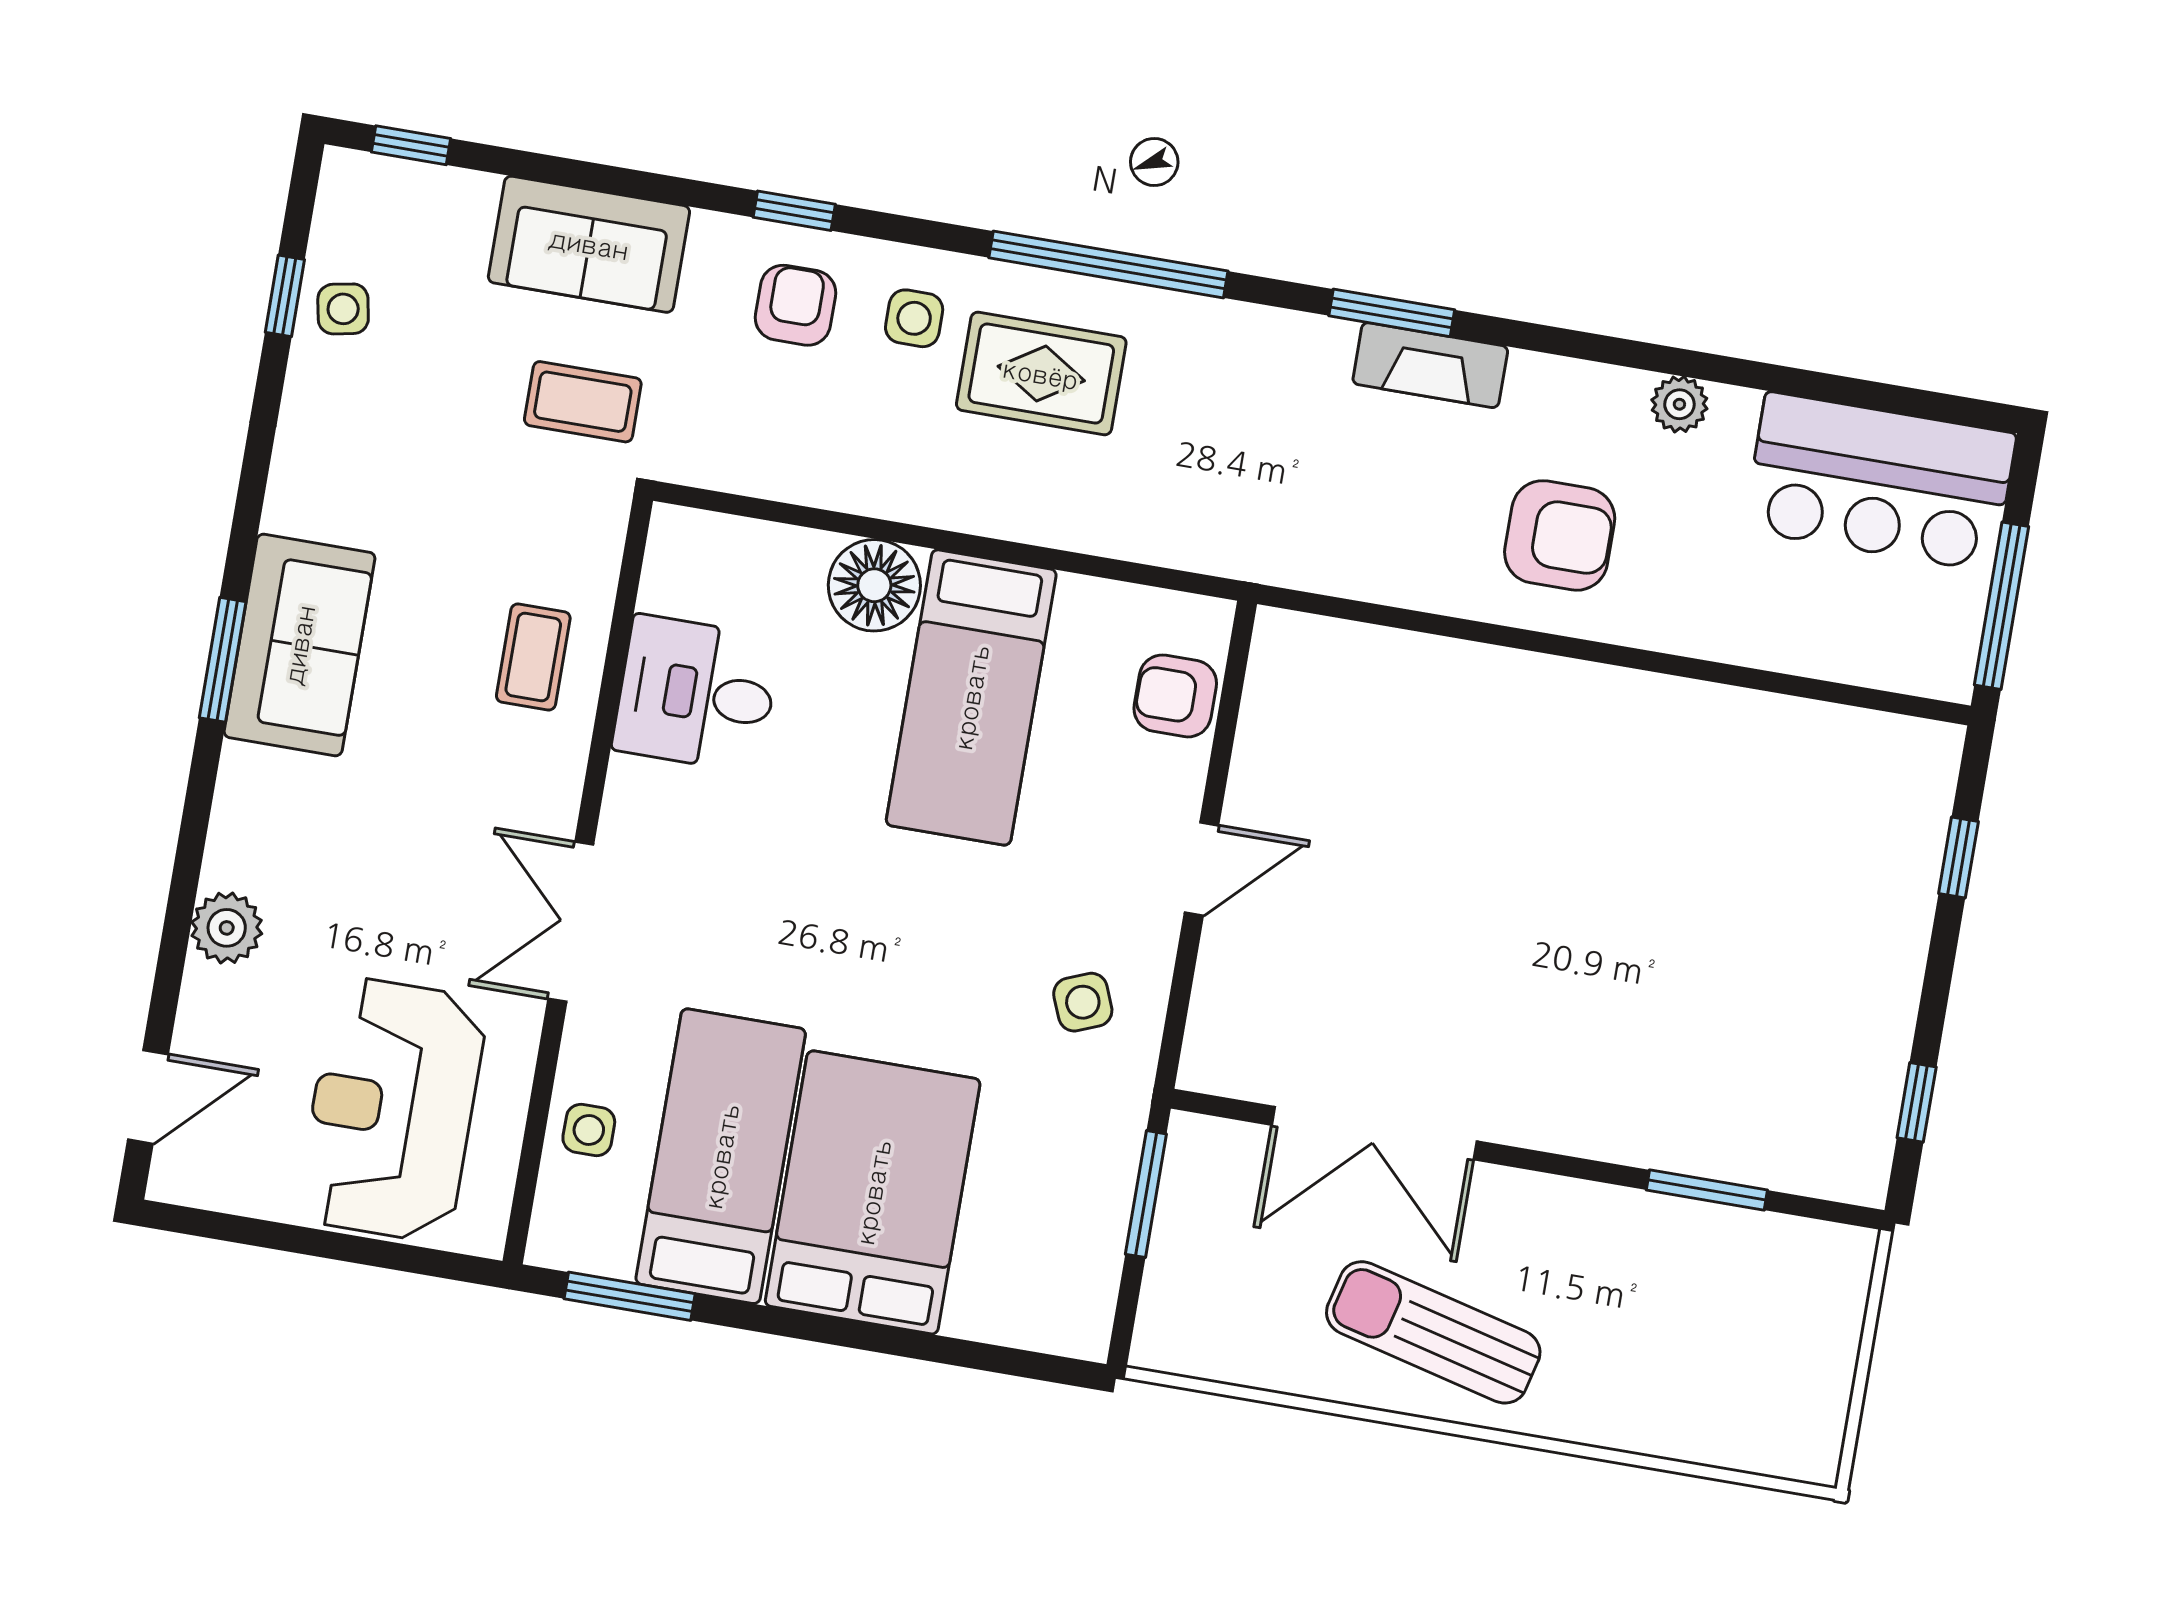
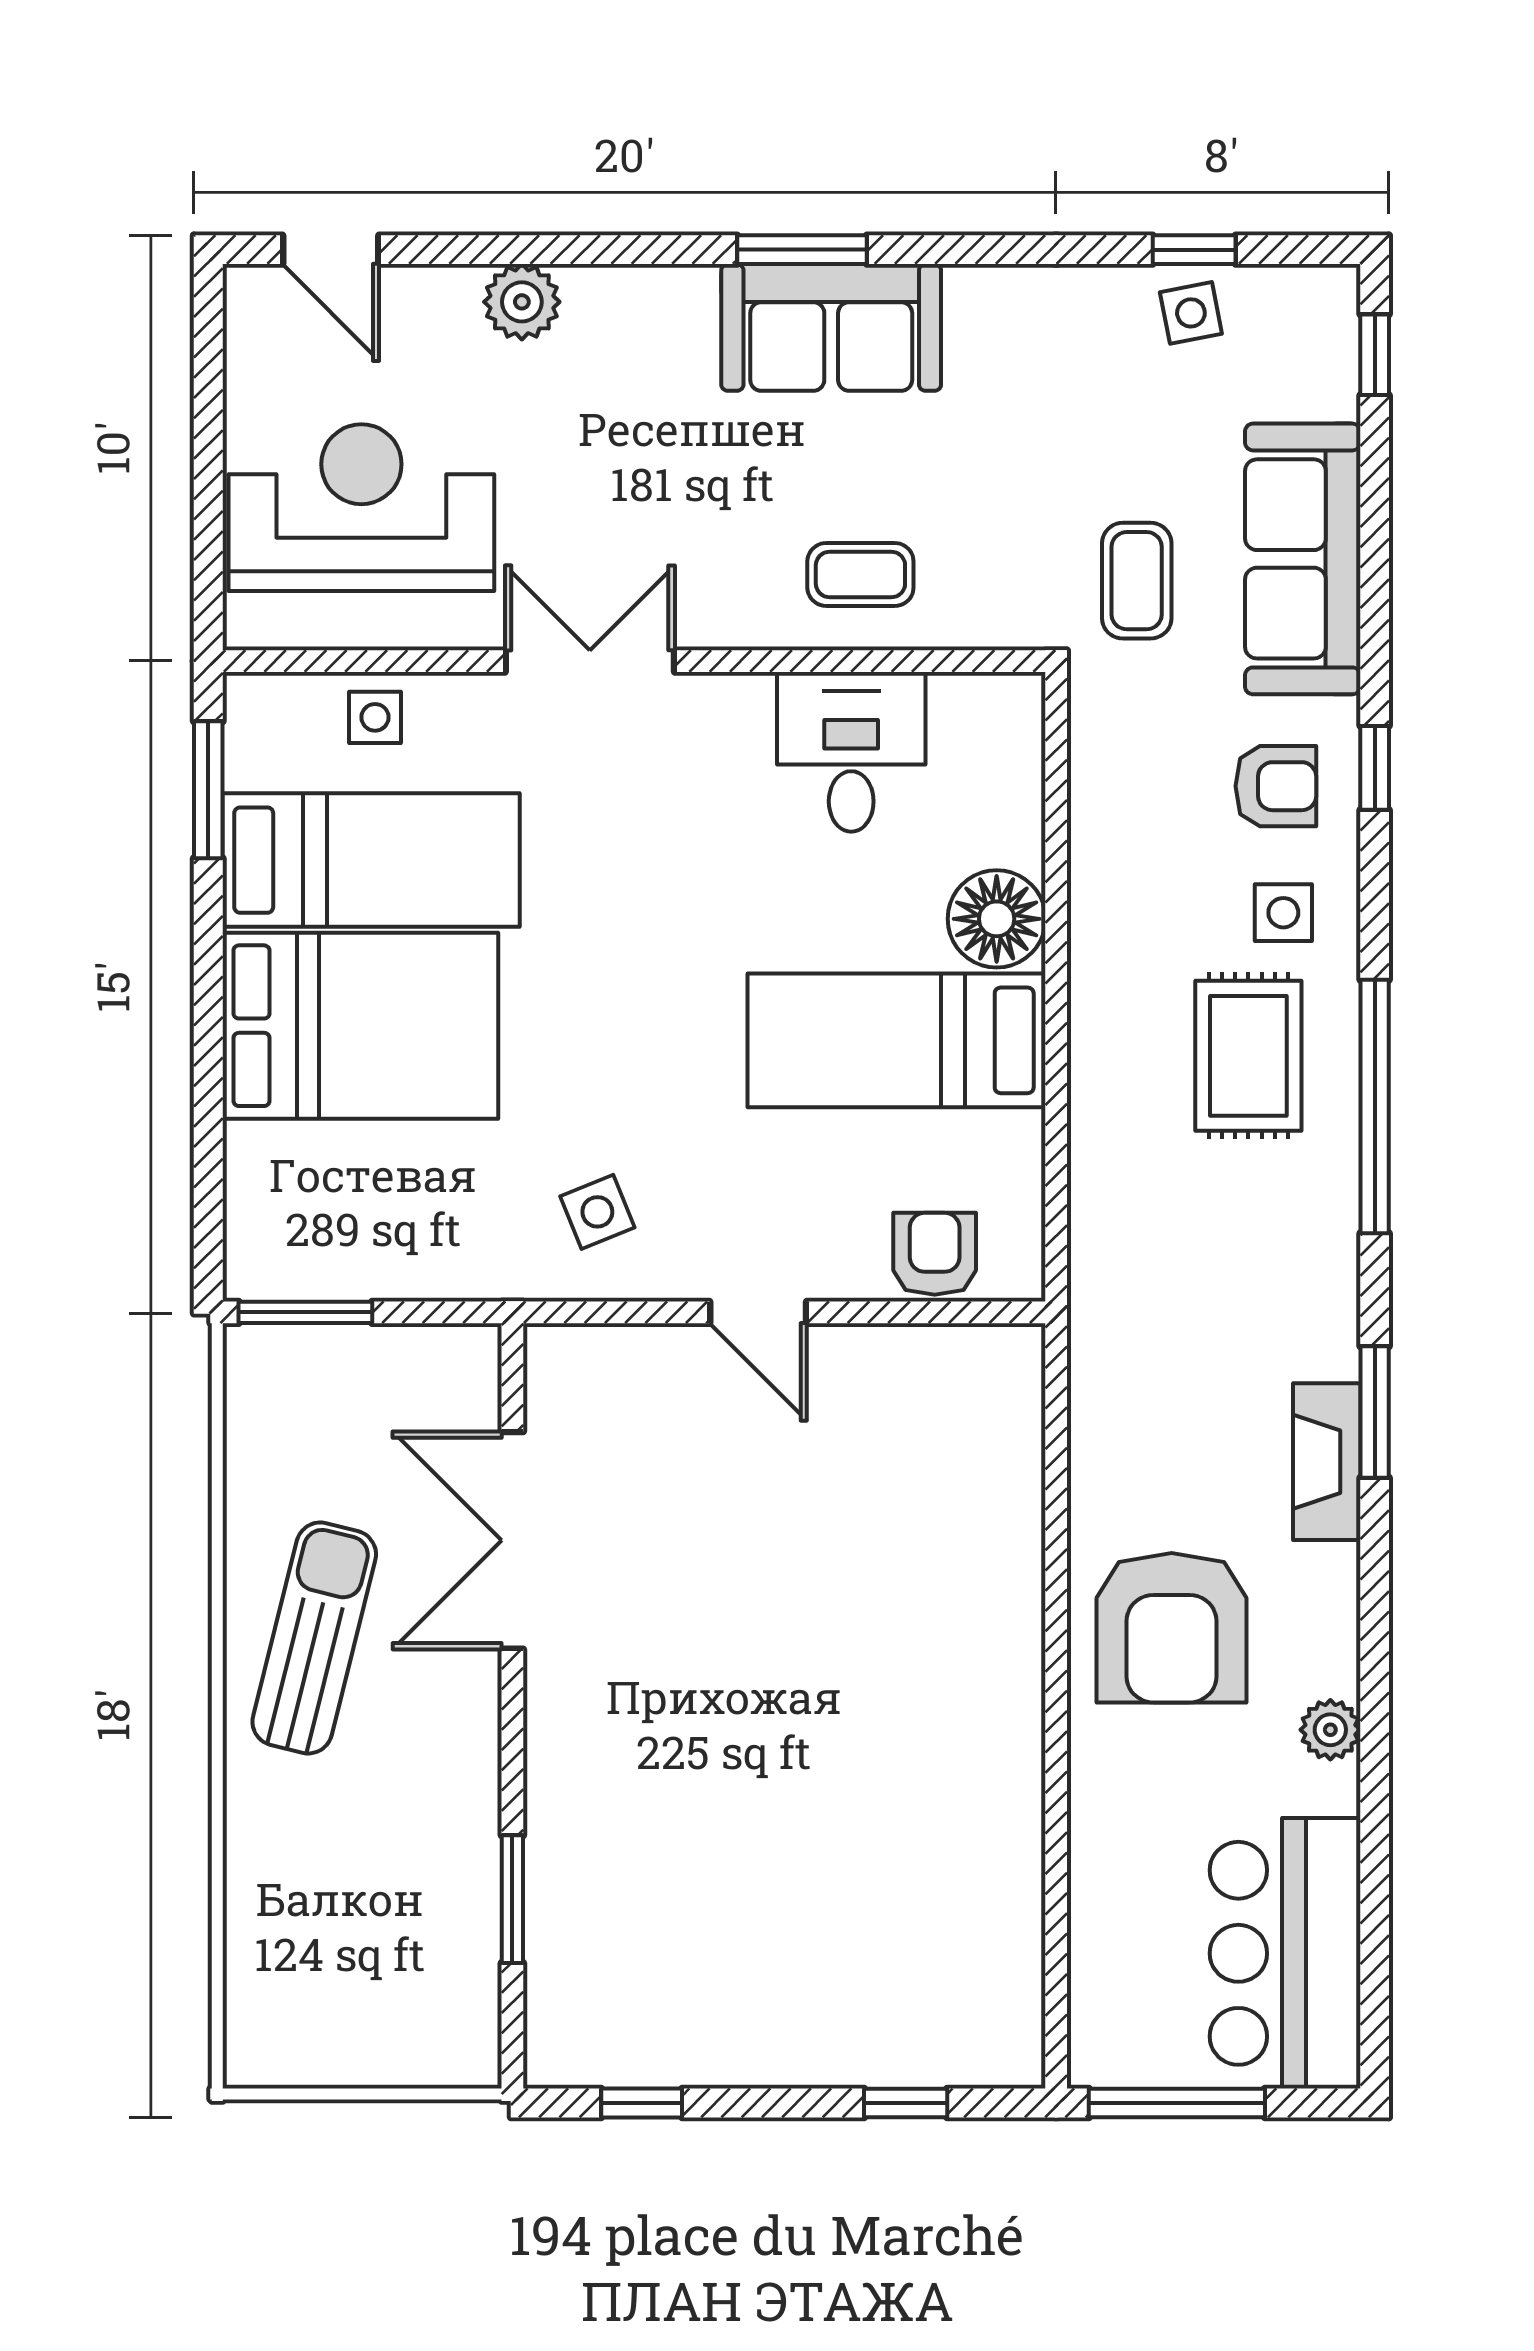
sofa: (589, 244) -> (1303, 559), width x1.36
armchair: (1560, 535) -> (1172, 1628), width x1.36, depth x1.36
window: (1146, 1194) -> (305, 1312), moved

